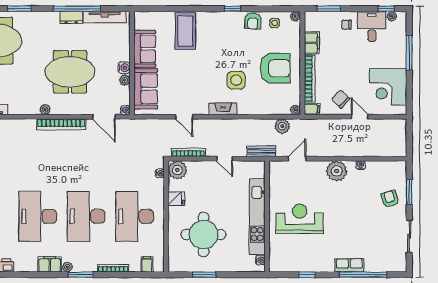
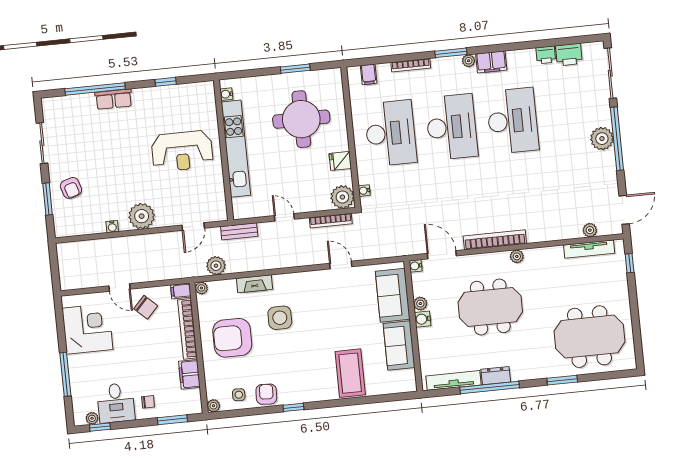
fireplace: (223, 109) -> (255, 284), moved

